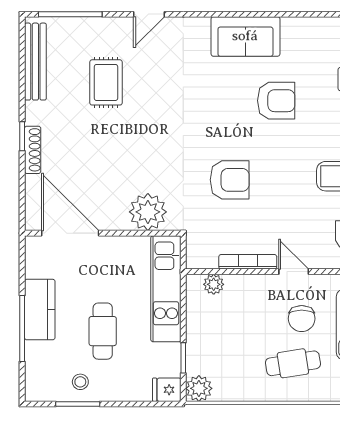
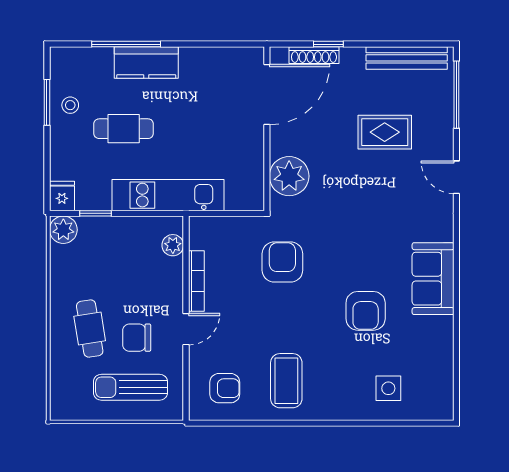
armchair: (230, 180) -> (282, 262), turned 180
plant: (148, 212) -> (289, 176), moved
door: (70, 233) -> (267, 94), moved
wall: (103, 233) -> (267, 129), moved

